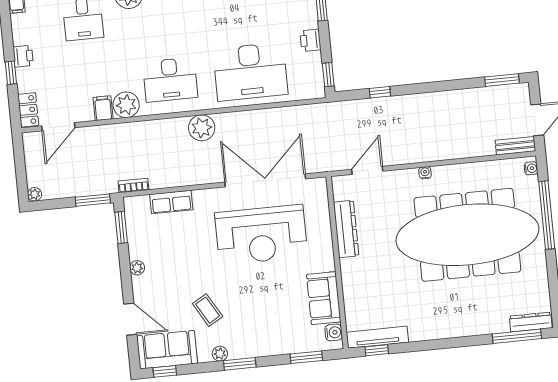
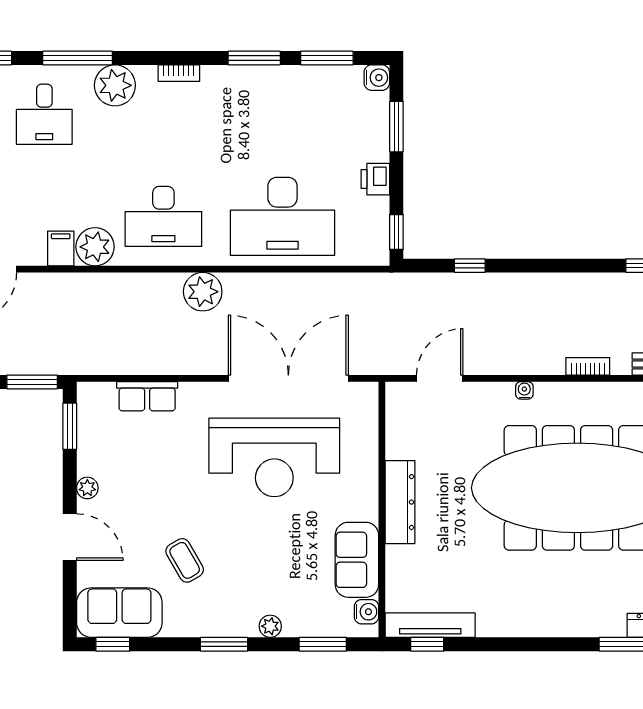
bookcase: (133, 185) -> (588, 366), moved
dresser: (346, 229) -> (400, 502), moved
door: (130, 319) -> (70, 537), moved
plant: (220, 354) -> (270, 626), moved

